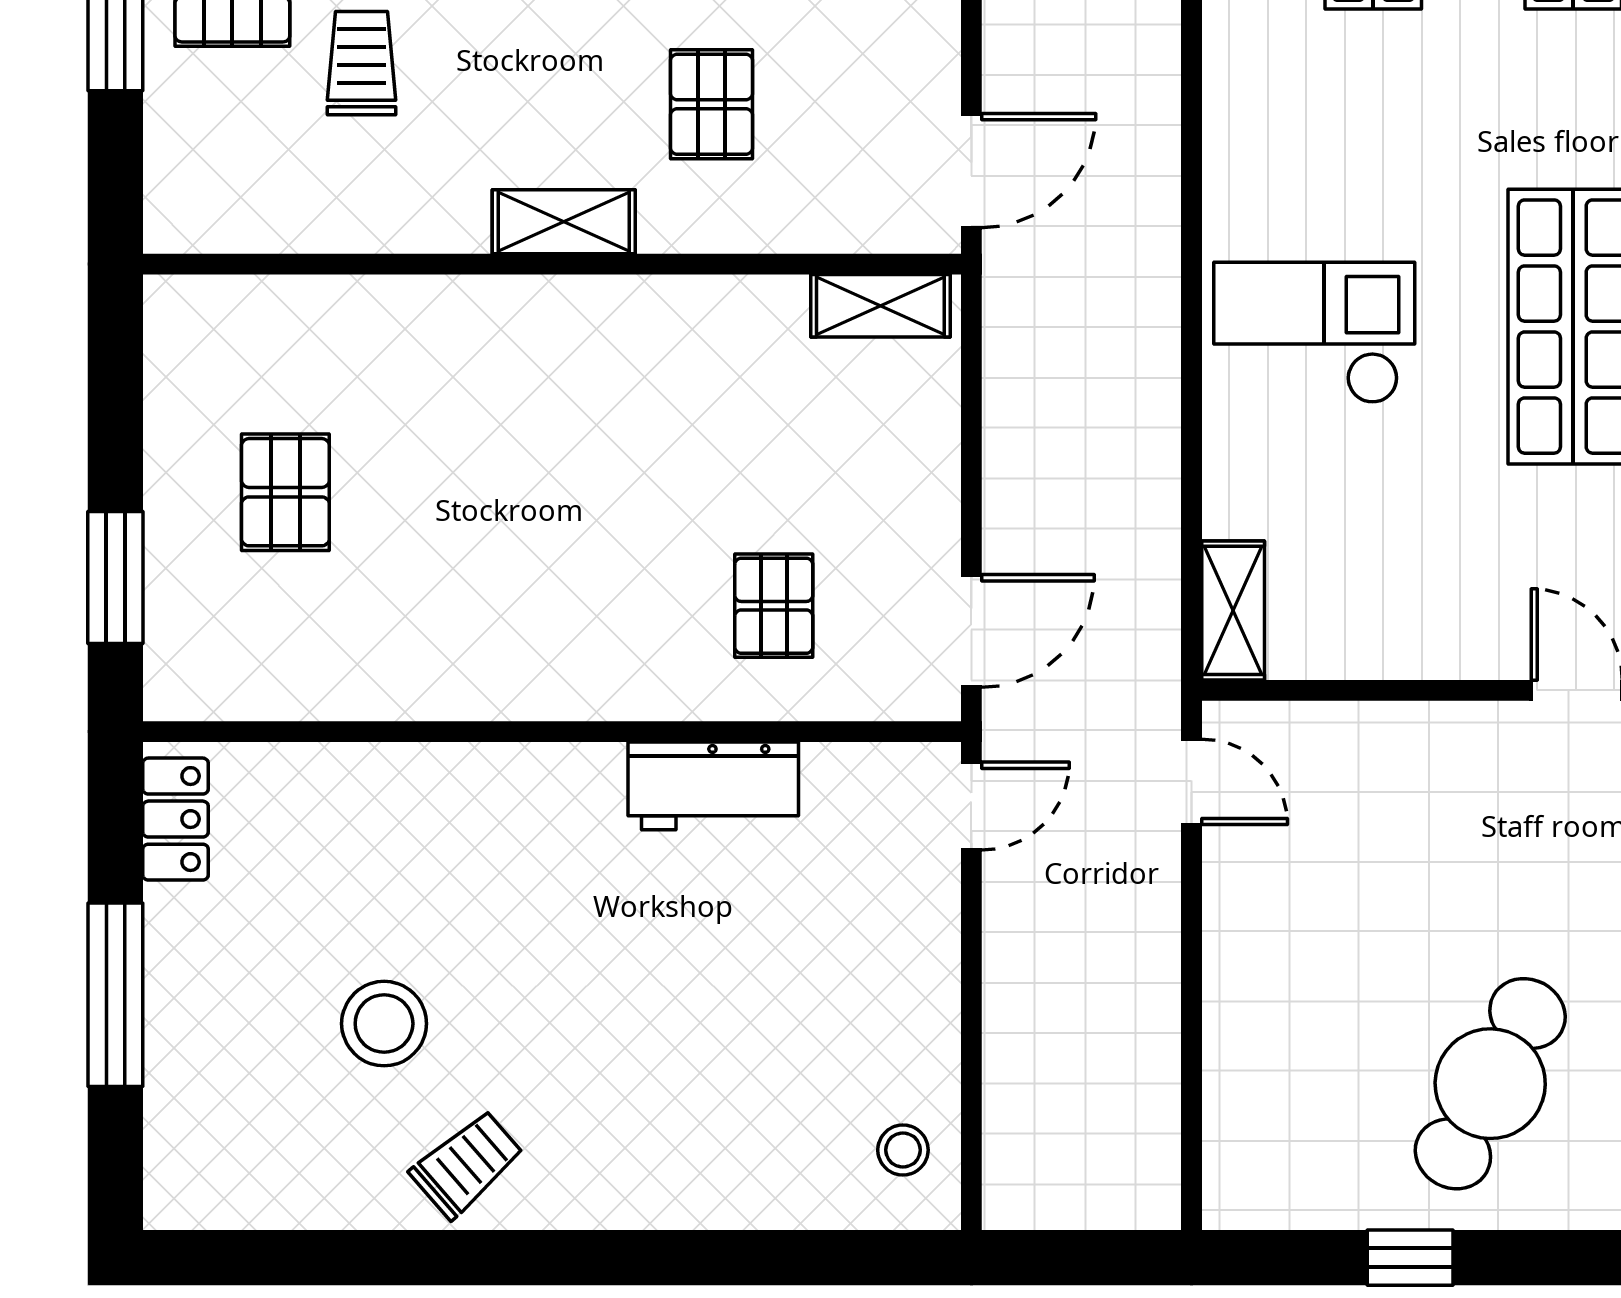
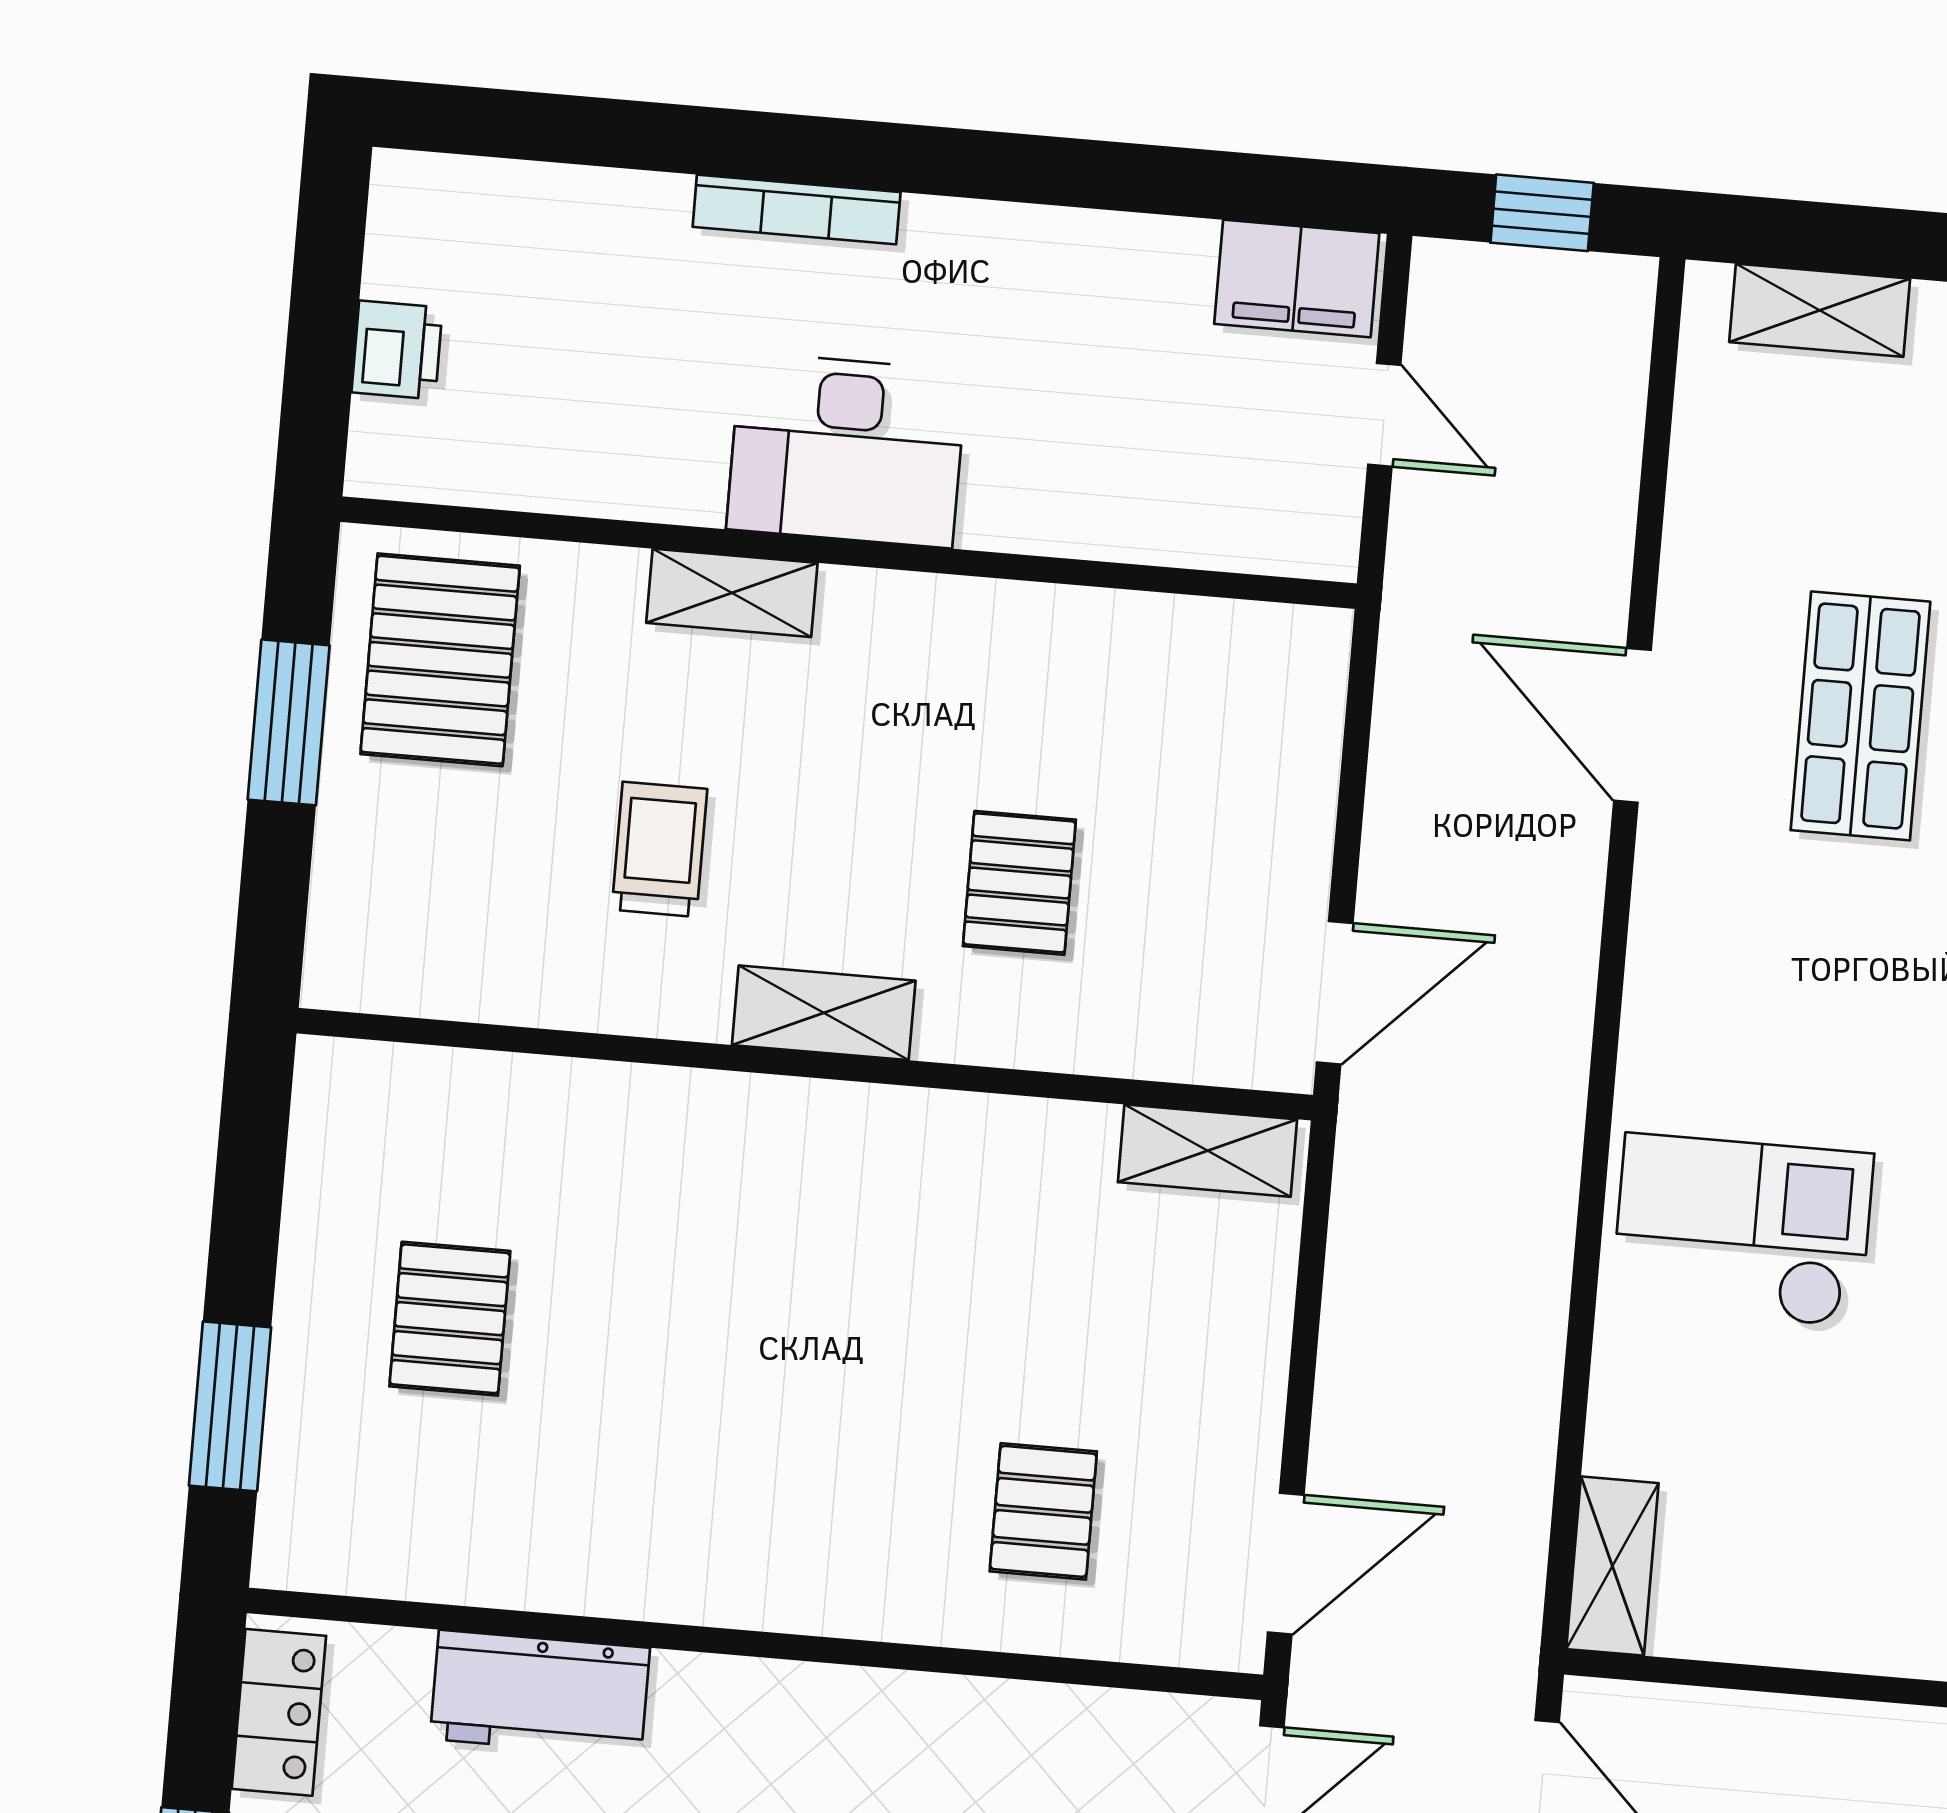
trolley: (361, 63) -> (659, 849), moved
workbench: (713, 786) -> (540, 1693), moved

